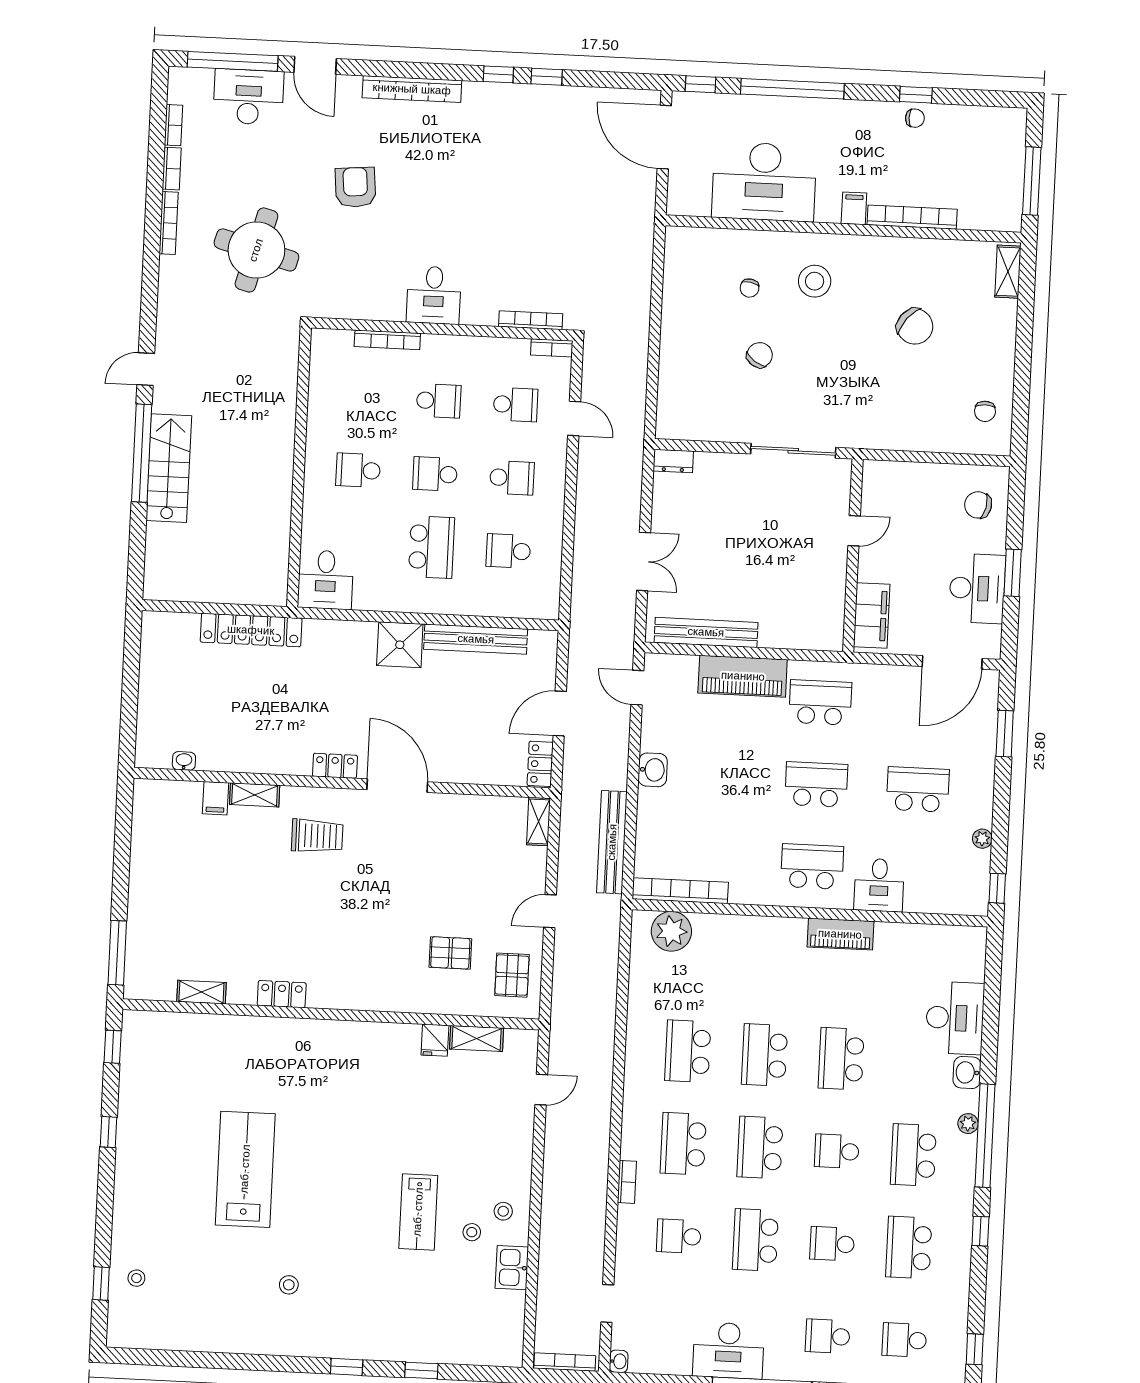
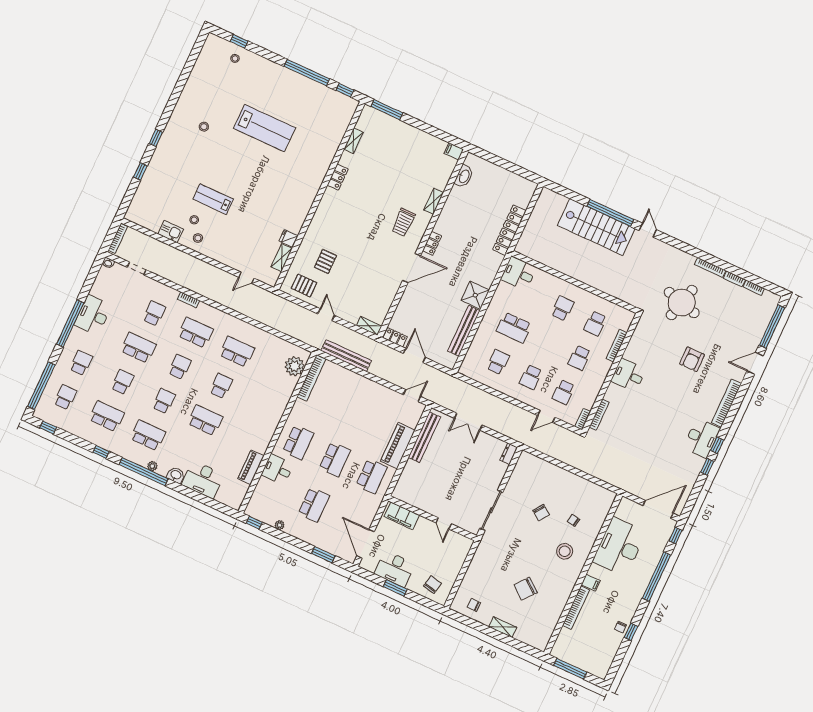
desk: (248, 97) -> (702, 438), moved
armchair: (355, 187) -> (692, 359), turned 95
shelving: (1008, 272) -> (503, 627), moved
stairs: (169, 468) -> (596, 227), width x1.36, depth x1.51
school desk: (435, 474) -> (595, 323), moved, turned 180
washbasin: (184, 761) -> (464, 176), width x1.91, depth x1.45
washbasin: (653, 770) -> (372, 387), removed
filing cabinet: (216, 798) -> (454, 151), moved
piano: (840, 934) -> (251, 467), moved
school desk: (765, 1055) -> (221, 386), width x0.54
door: (541, 1090) -> (246, 278), hinge flipped
window: (108, 1132) -> (307, 73), width x3.17
school desk: (760, 1147) -> (180, 367), width x0.54

